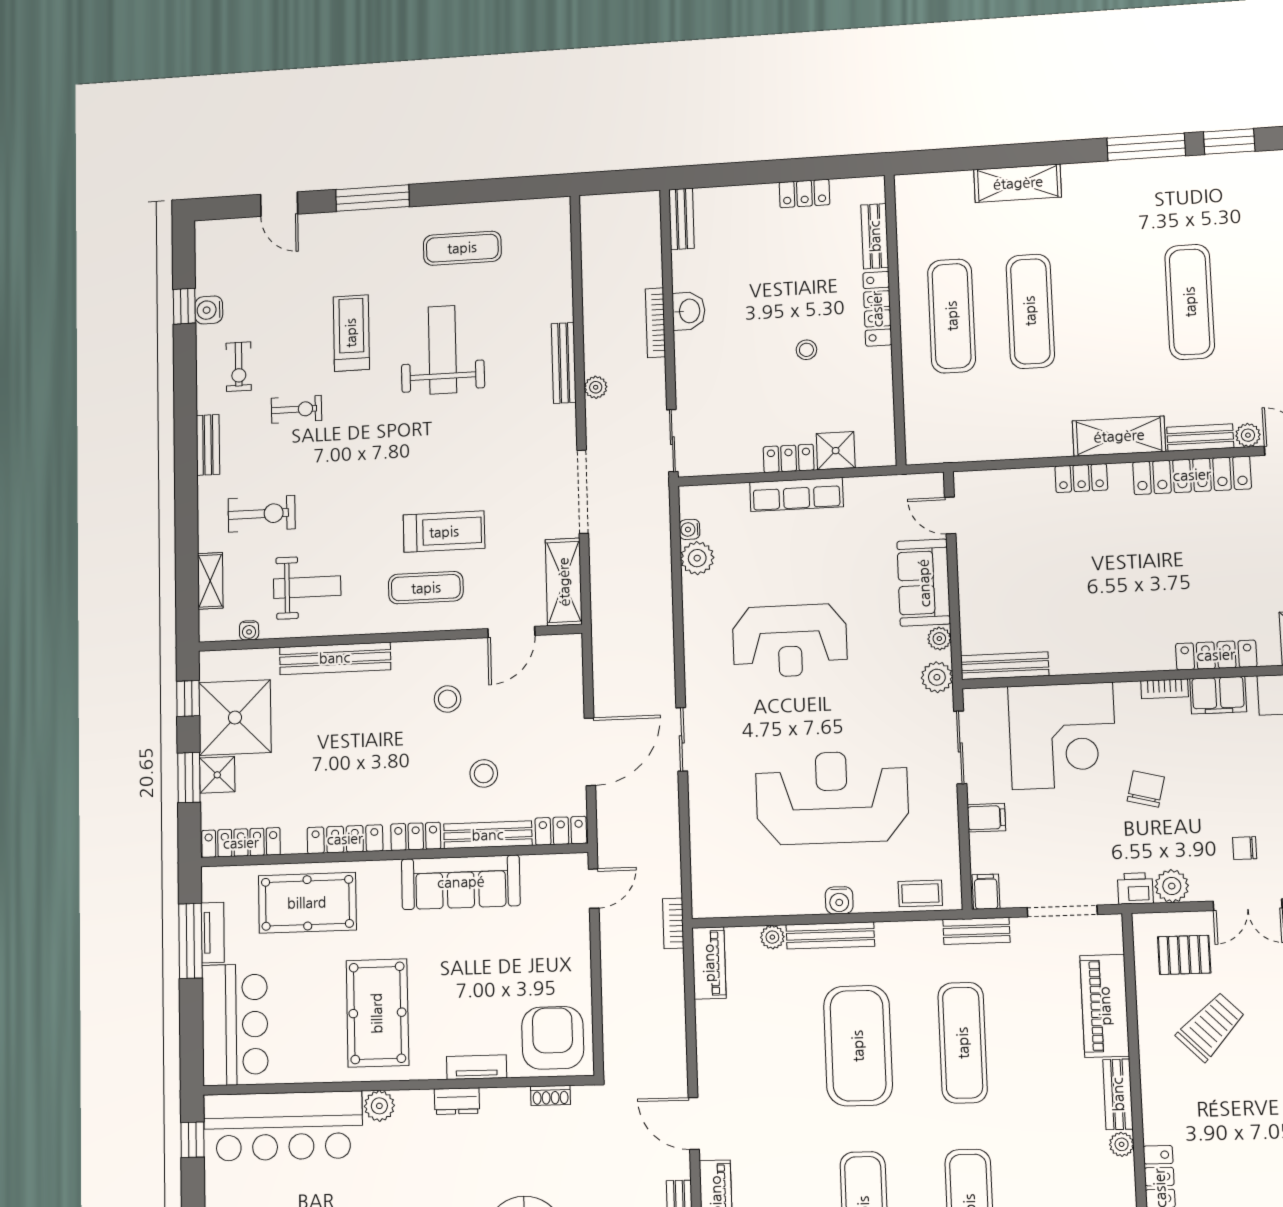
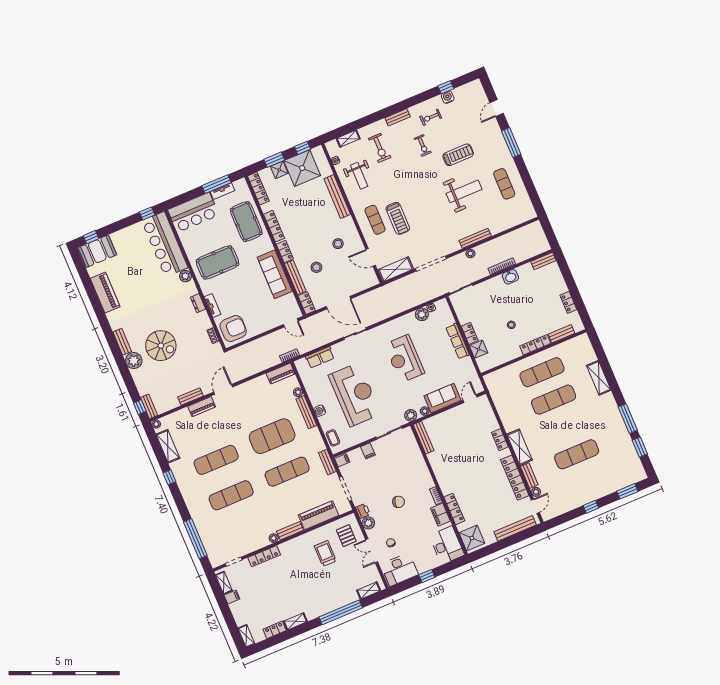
corner desk: (1062, 736) -> (406, 467), removed
row of seats: (706, 849) -> (320, 357), added
trolley: (1211, 1027) -> (325, 553), turned -135

